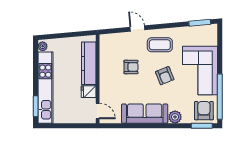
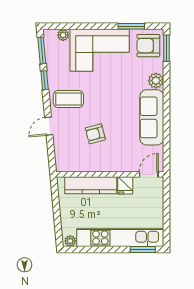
window: (175, 25) -> (45, 80), added
plant: (213, 40) -> (63, 35), added
coffee table: (160, 45) -> (68, 99), turned 90
armchair: (131, 67) -> (95, 134), turned -105
armchair: (165, 76) -> (106, 93), removed
window: (220, 97) -> (131, 26), width x0.47

